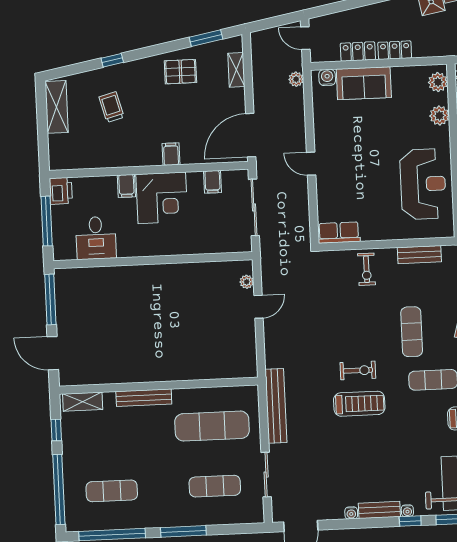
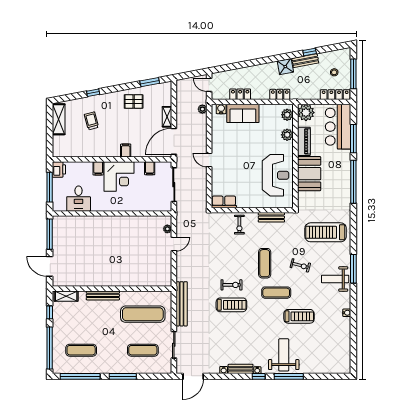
locker: (395, 50) -> (280, 94), moved
shelving: (236, 70) -> (167, 117), moved

